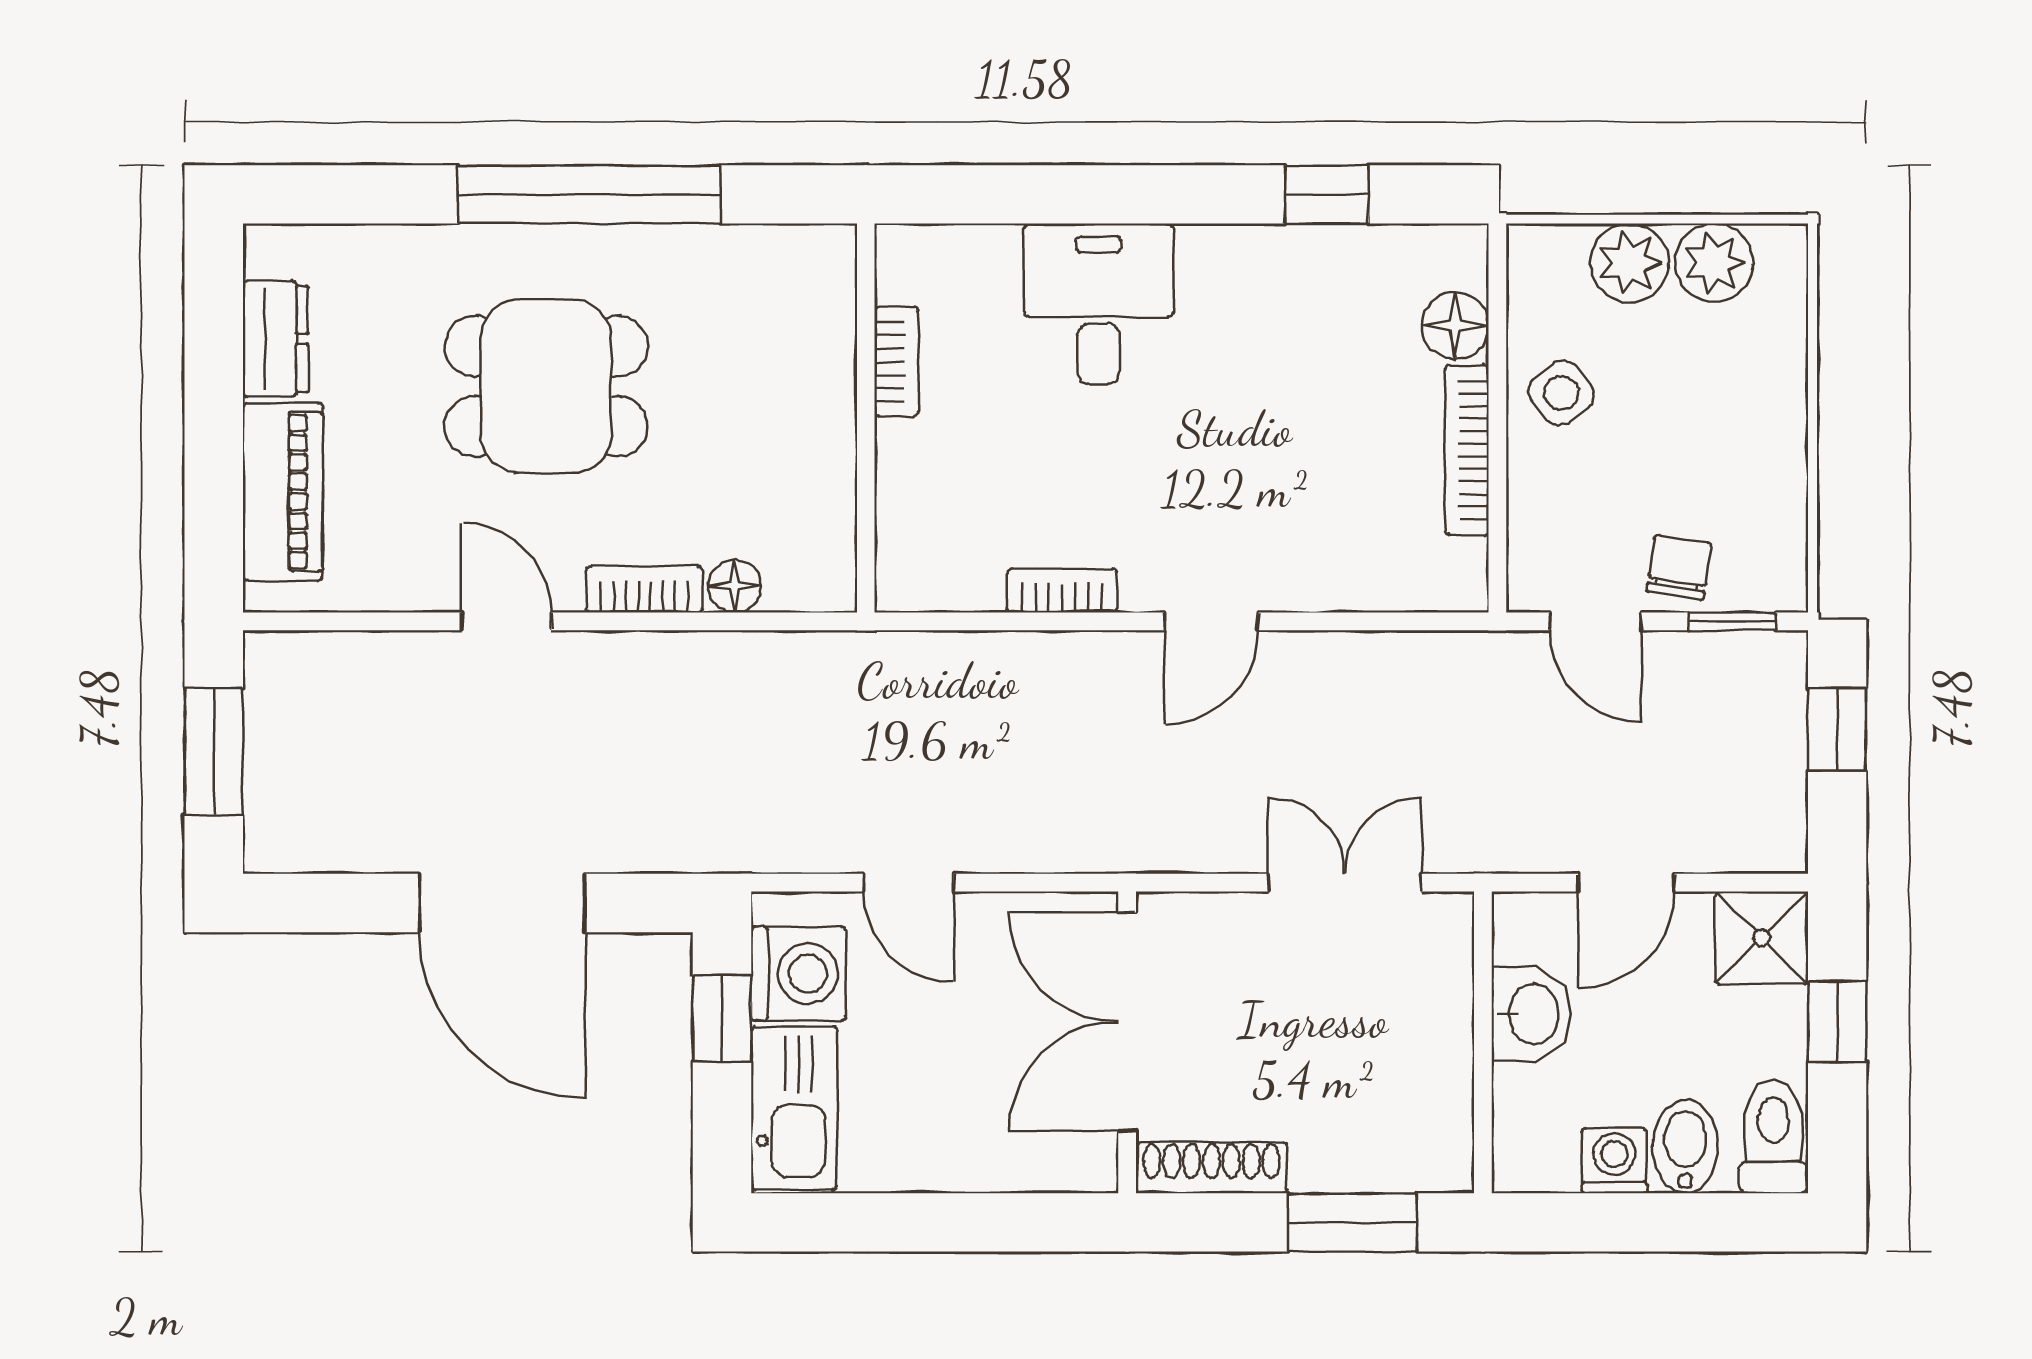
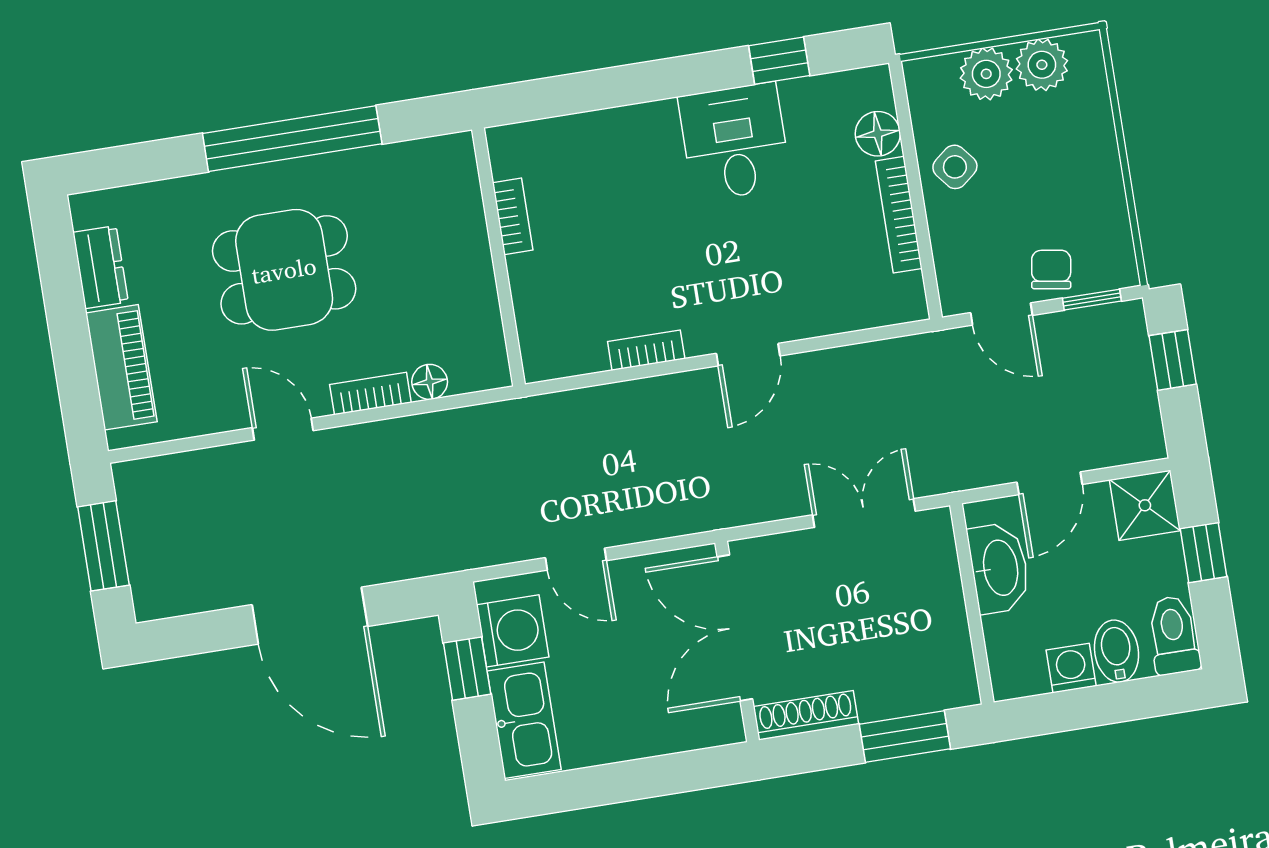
desk: (1099, 304) -> (735, 142), moved
washbasin: (1531, 1014) -> (999, 568), width x1.38

